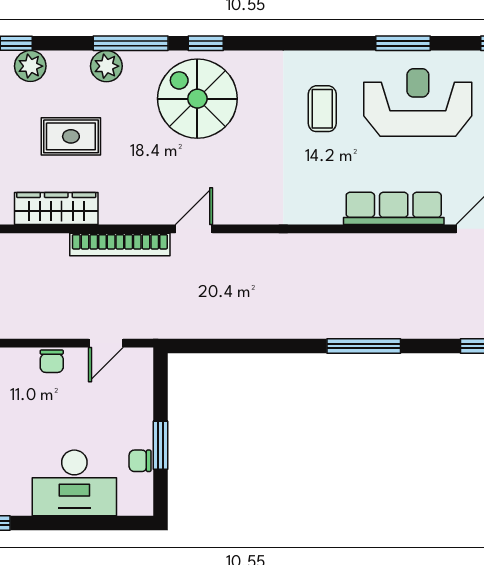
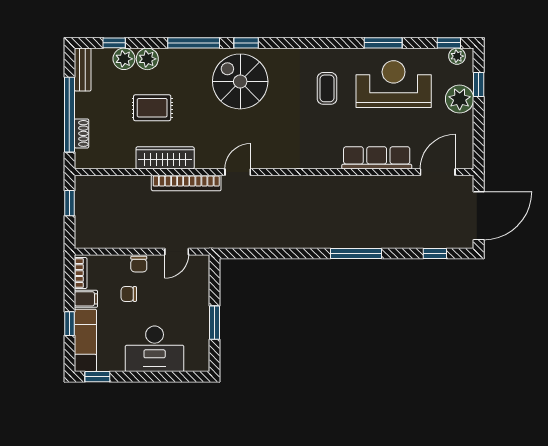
plant: (106, 66) -> (147, 59), moved
wardrobe: (56, 208) -> (165, 158), moved
chair: (140, 461) -> (129, 294), moved

